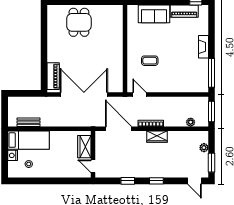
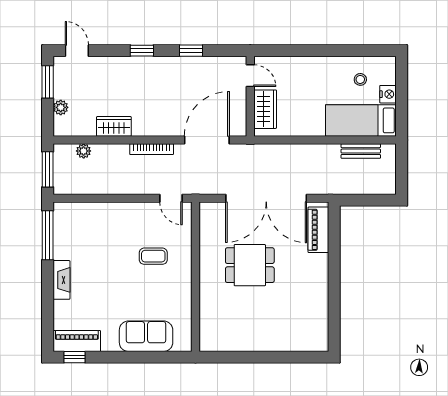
piano: (184, 11) -> (77, 341), moved
dining table: (79, 22) -> (250, 265), moved, turned 90
door: (118, 129) -> (207, 140), swing flipped
wardrobe: (157, 137) -> (114, 126), moved

